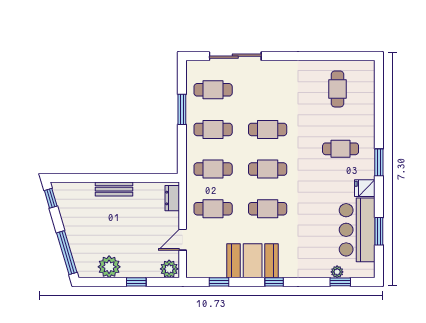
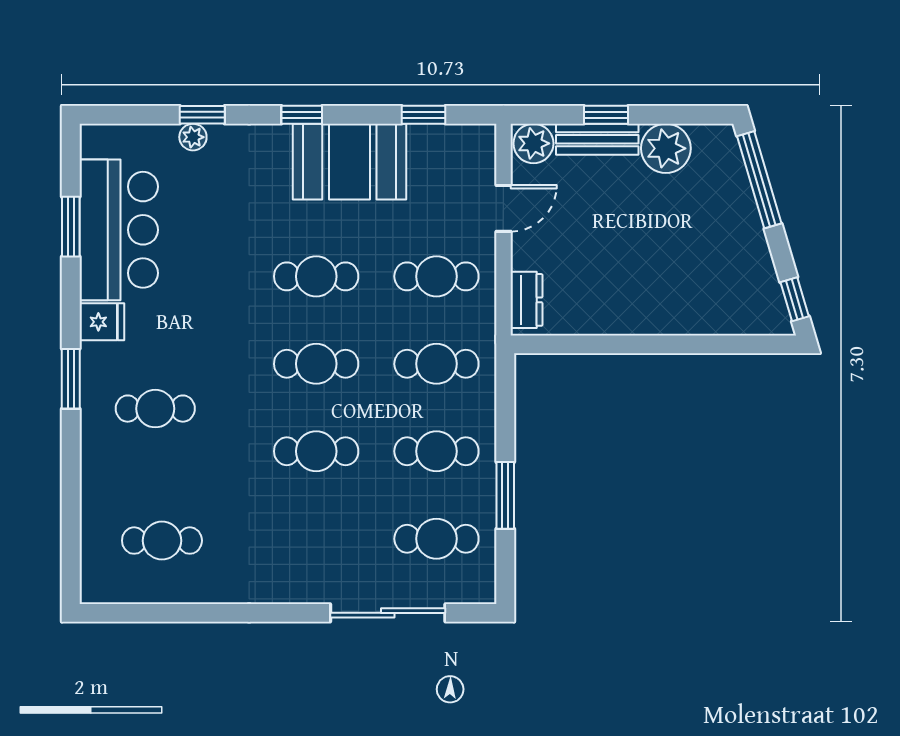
cafe table: (337, 89) -> (162, 541), turned 90
bench: (114, 189) -> (597, 139), moved
plant: (337, 272) -> (193, 137), moved
window: (340, 282) -> (202, 115), moved

